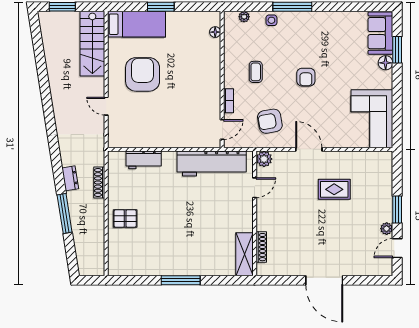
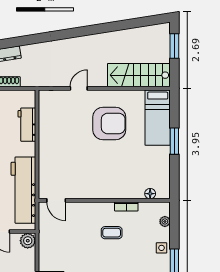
bookcase: (229, 101) -> (126, 206), moved
armchair: (270, 121) -> (64, 246), removed

